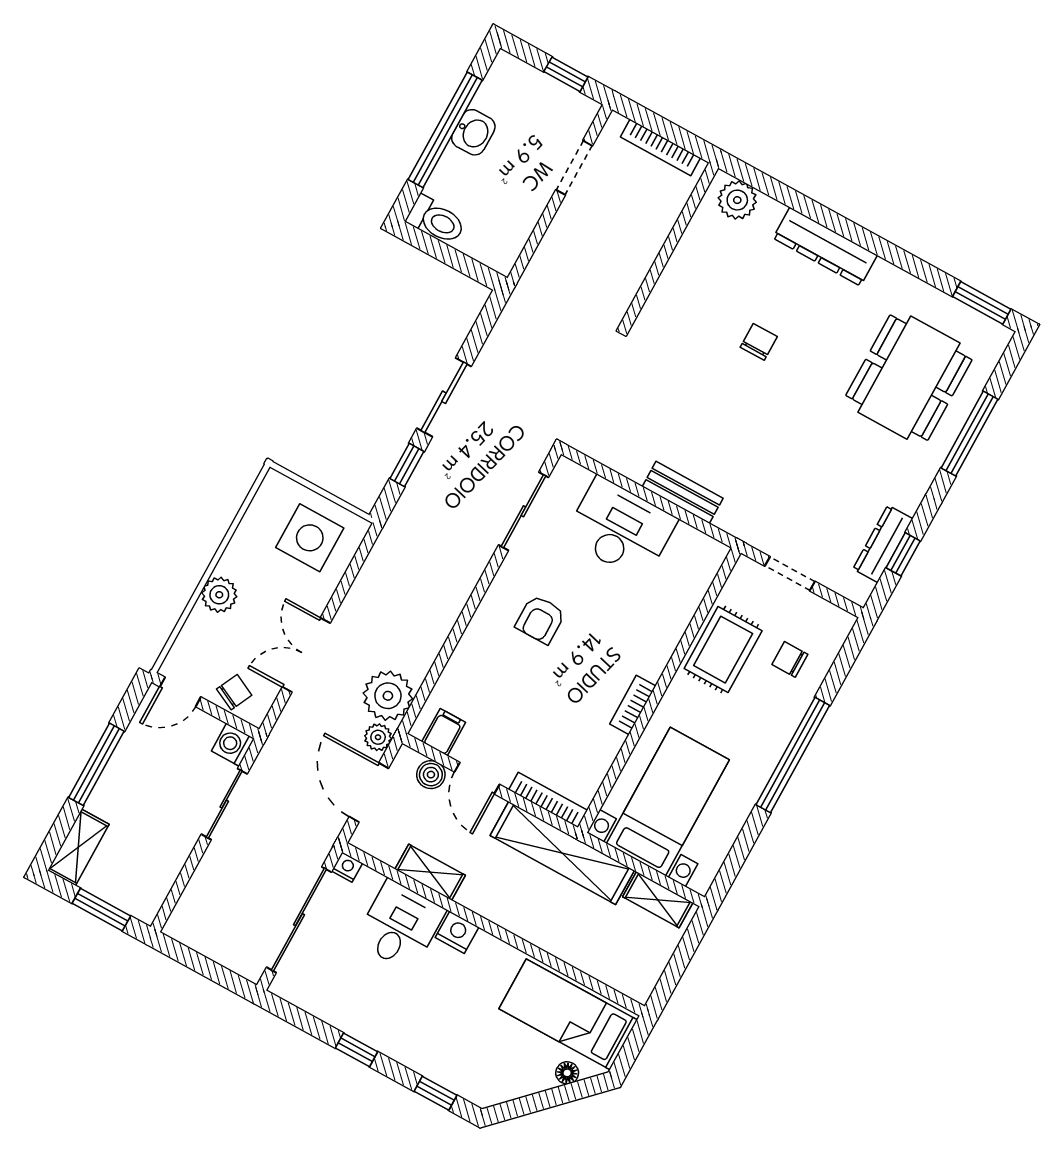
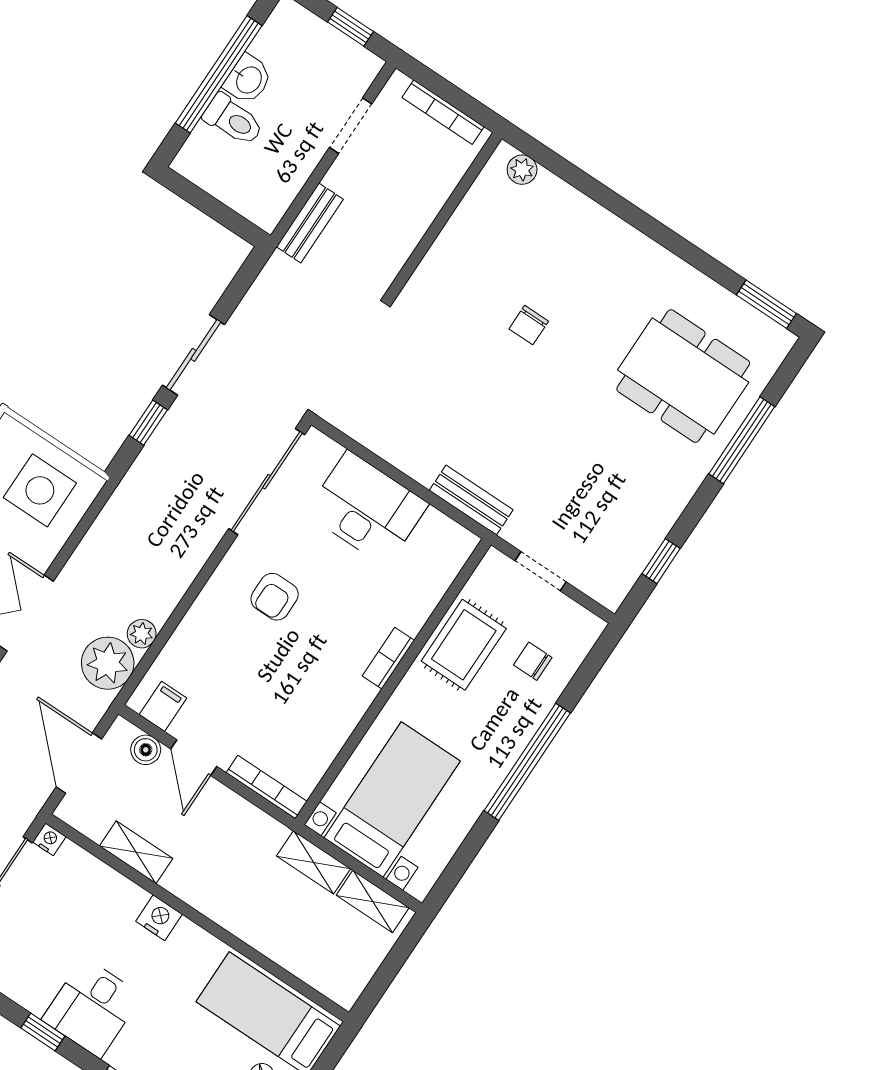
plant: (737, 200) -> (522, 170), width x0.73, depth x0.73
toilet: (436, 220) -> (233, 120), moved
dresser: (825, 247) -> (607, 231), removed
bench: (543, 263) -> (310, 223), added
chair: (759, 342) -> (529, 325), turned 180
dining table: (909, 378) -> (683, 376), turned 90
bench: (683, 492) -> (471, 500), moved
sliding door: (524, 511) -> (267, 482), width x1.37
dresser: (883, 544) -> (641, 548), removed
bookcase: (633, 705) -> (388, 658), moved
plant: (378, 737) -> (142, 634), moved
shelving: (562, 853) -> (314, 862), width x0.45, depth x0.75
desk: (400, 926) -> (92, 1008), moved, turned 180

